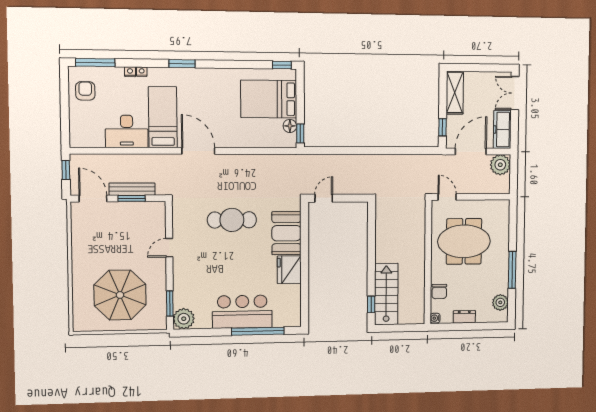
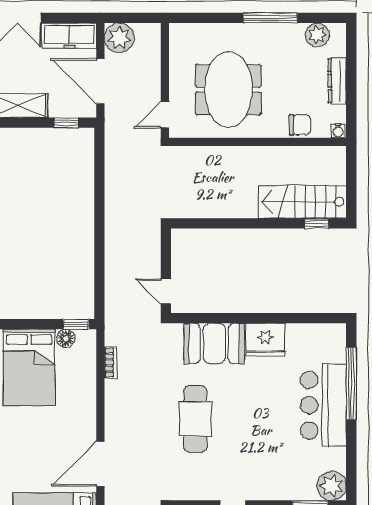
bookcase: (273, 159) -> (111, 362), added
dresser: (464, 317) -> (337, 81), width x1.44

